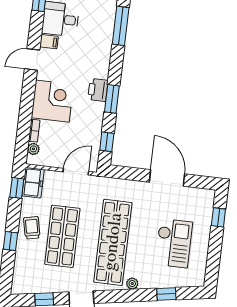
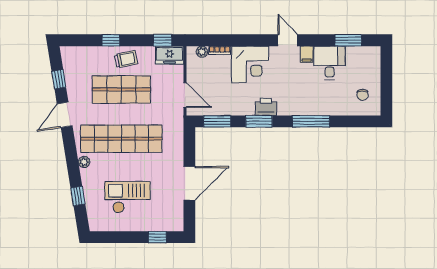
window: (121, 26) -> (311, 121), moved
window: (107, 142) -> (217, 121), width x1.50
checkout: (174, 243) -> (128, 197), turned 180

